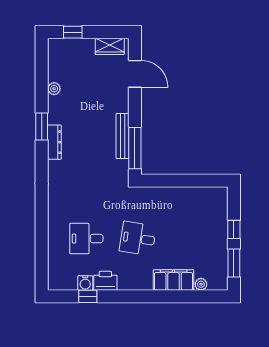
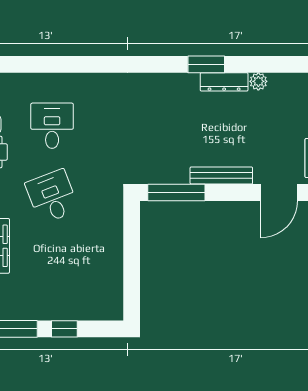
bench: (122, 136) -> (221, 175), moved
dresser: (54, 142) -> (224, 82), moved
desk: (138, 239) -> (52, 197), turned -30

